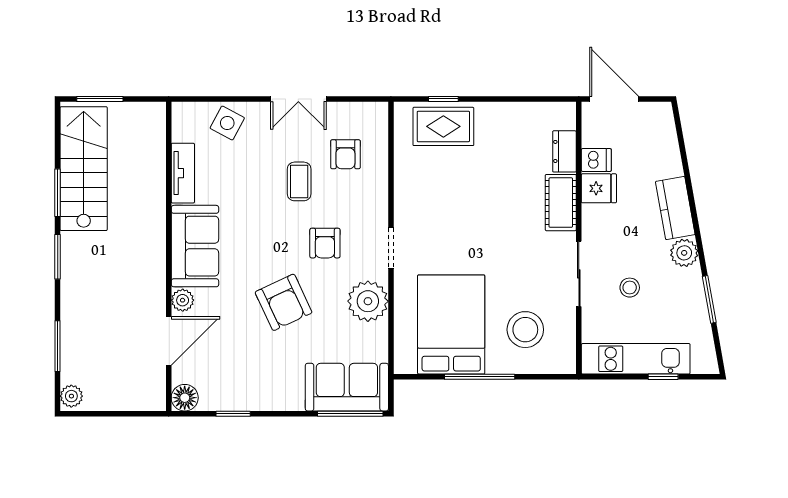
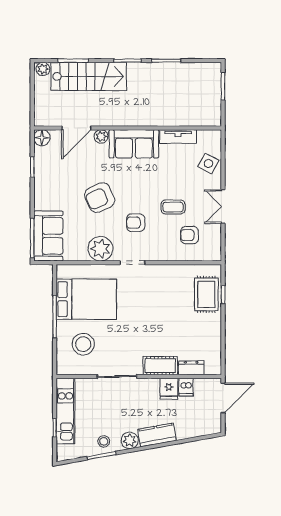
stairs: (84, 169) -> (89, 76), moved
stool: (630, 288) -> (104, 441), moved
door: (169, 341) -> (76, 128), hinge flipped

